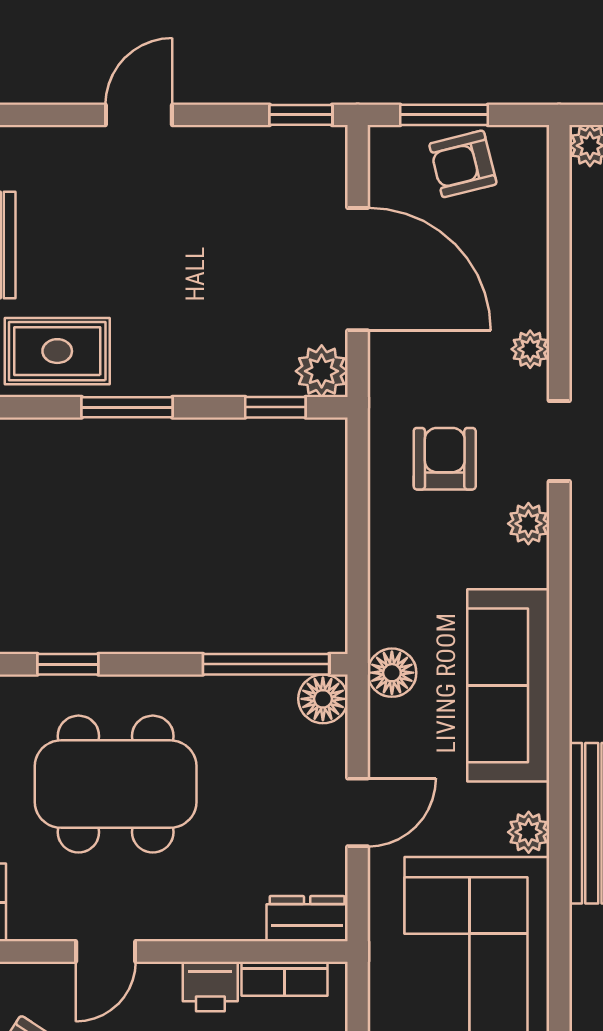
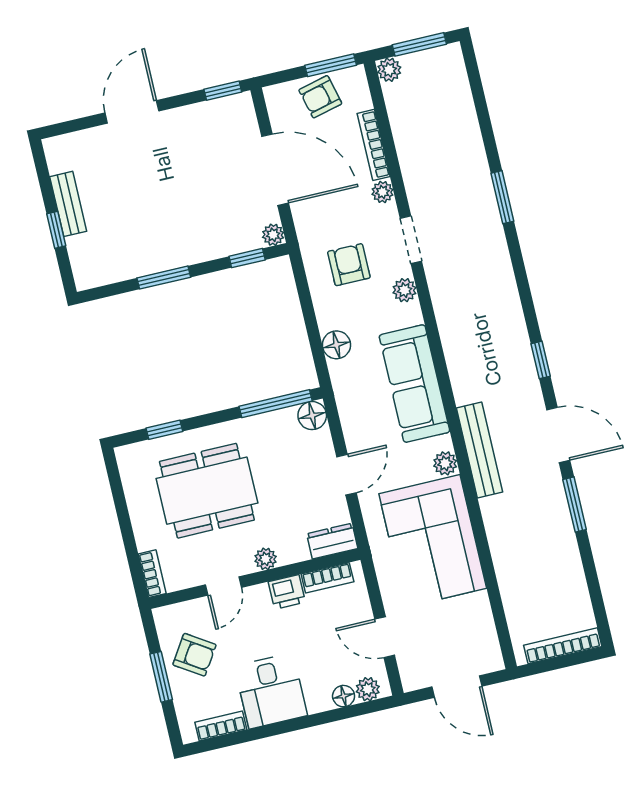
door: (139, 115) -> (132, 112), width x1.38
window: (444, 115) -> (331, 65), moved
bookcase: (534, 266) -> (374, 145), added
rug: (57, 351) -> (117, 255), removed
plant: (322, 371) -> (273, 235), width x0.73, depth x0.73
floor lamp: (392, 673) -> (336, 345), moved
plant: (188, 922) -> (266, 559), added

